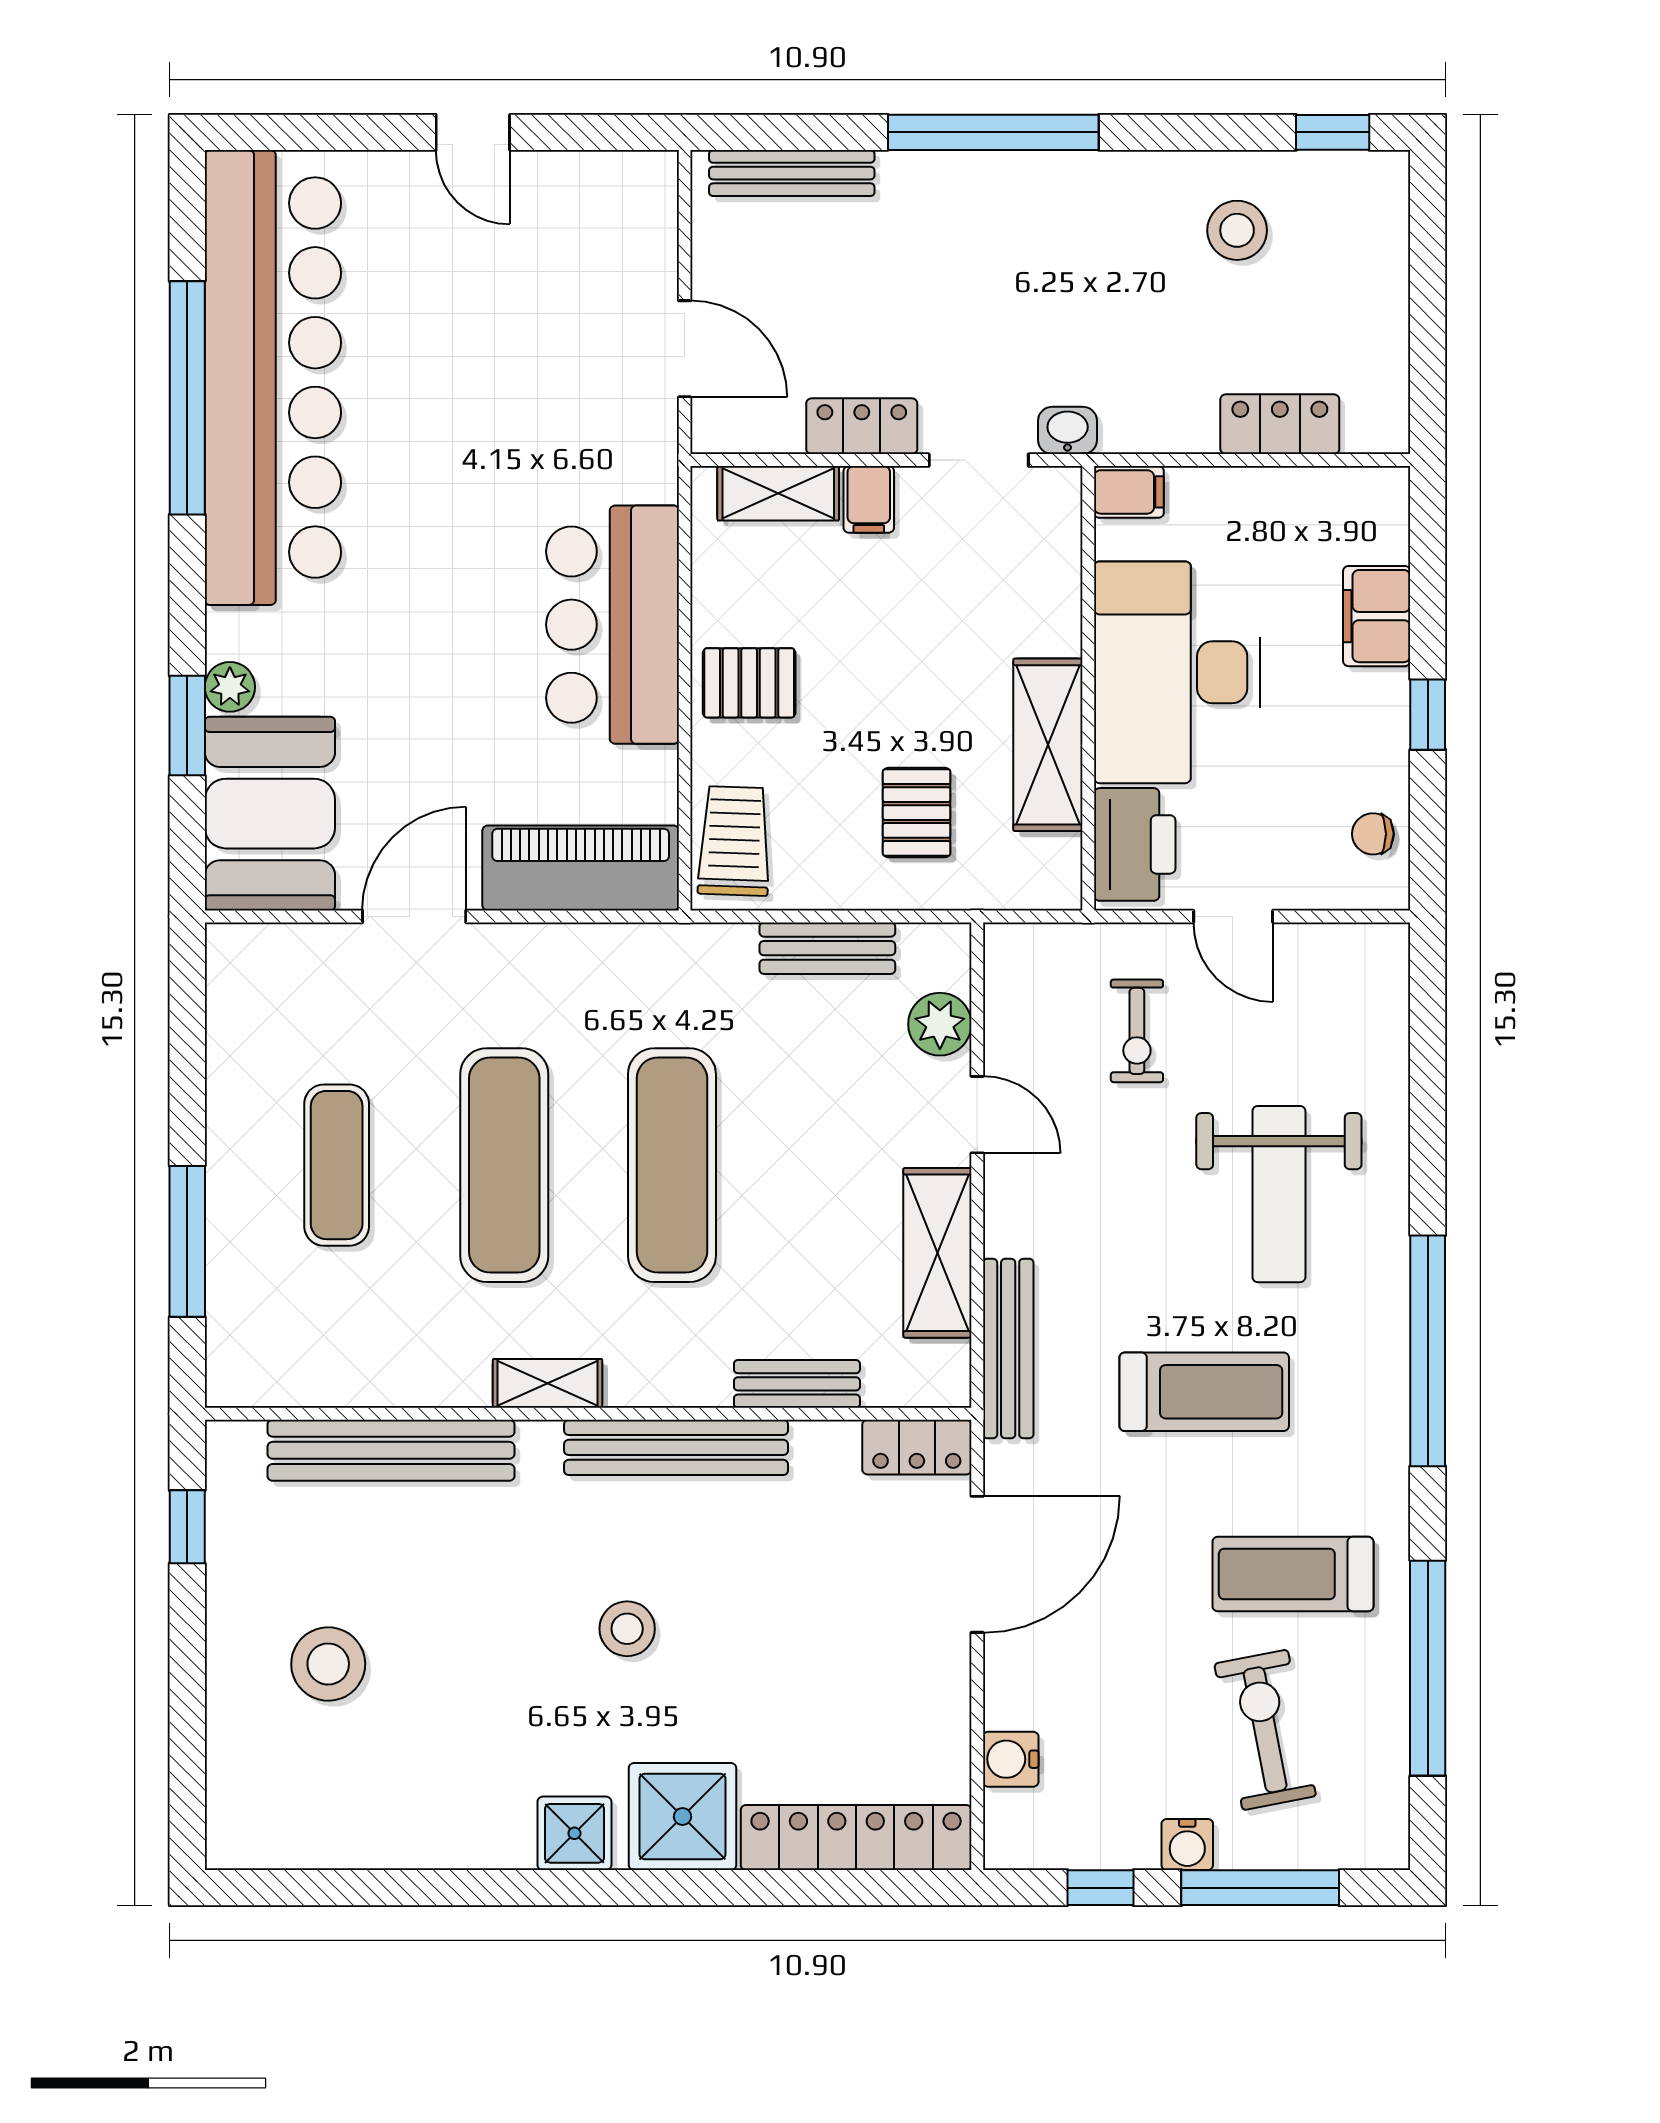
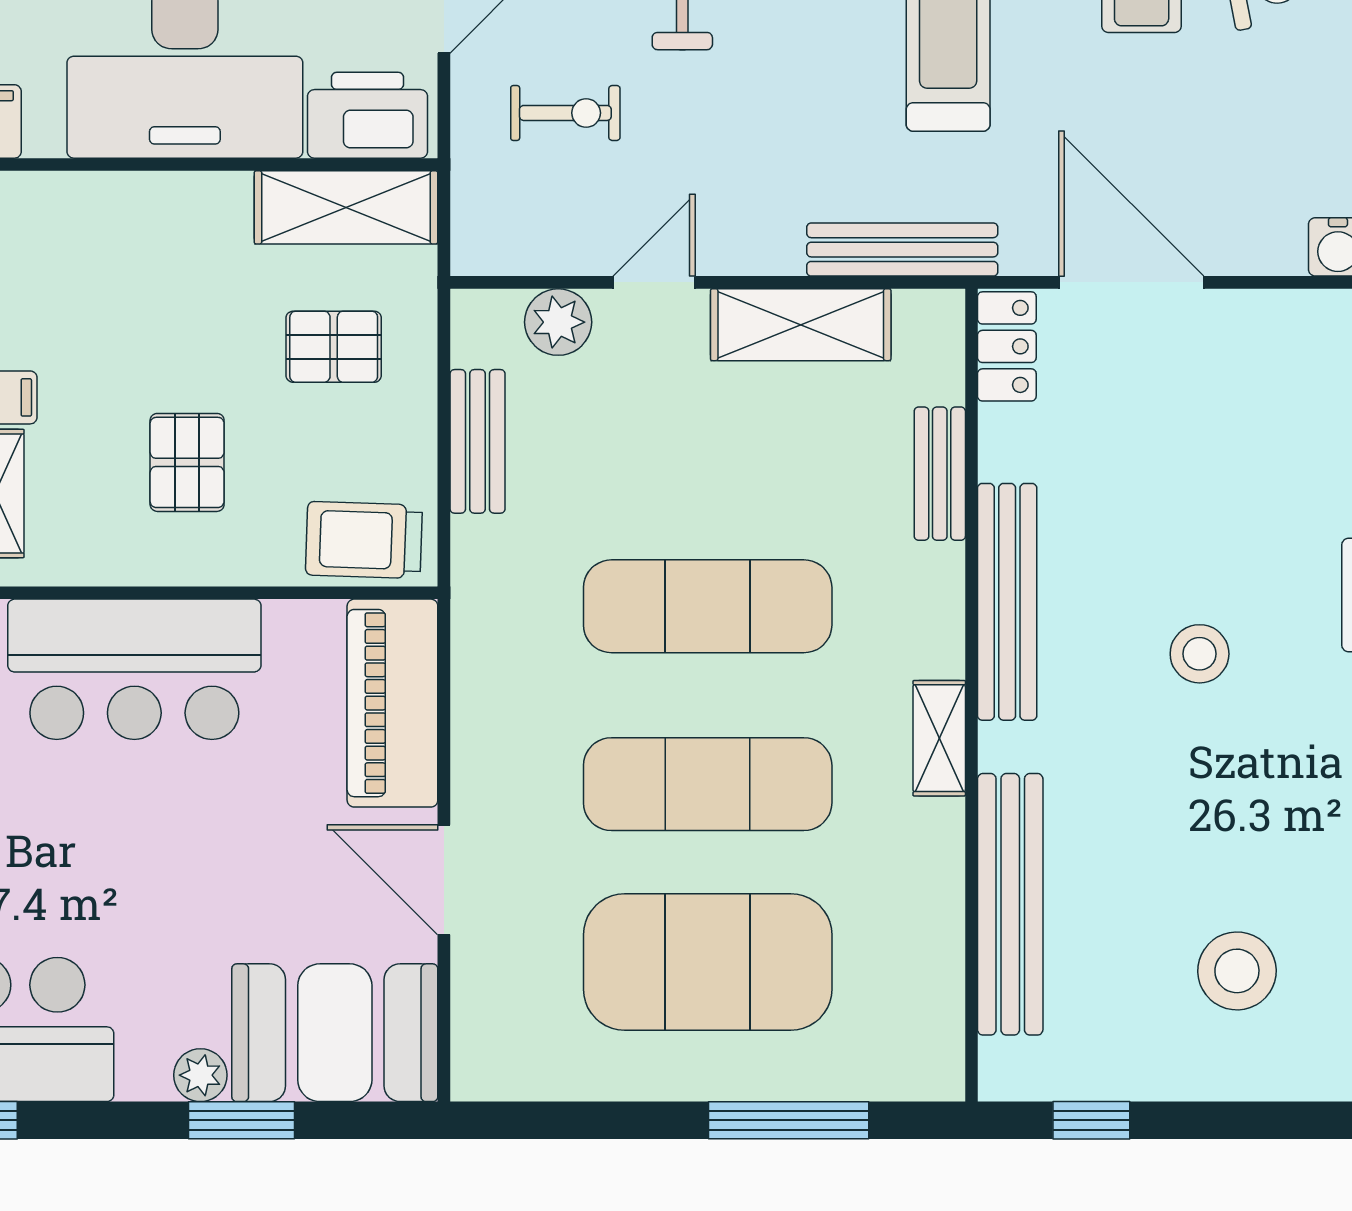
pallet: (749, 683) -> (187, 462), moved
shelving: (1048, 745) -> (346, 207), moved
exercise mat: (337, 1165) -> (708, 962), width x2.00, depth x1.45

